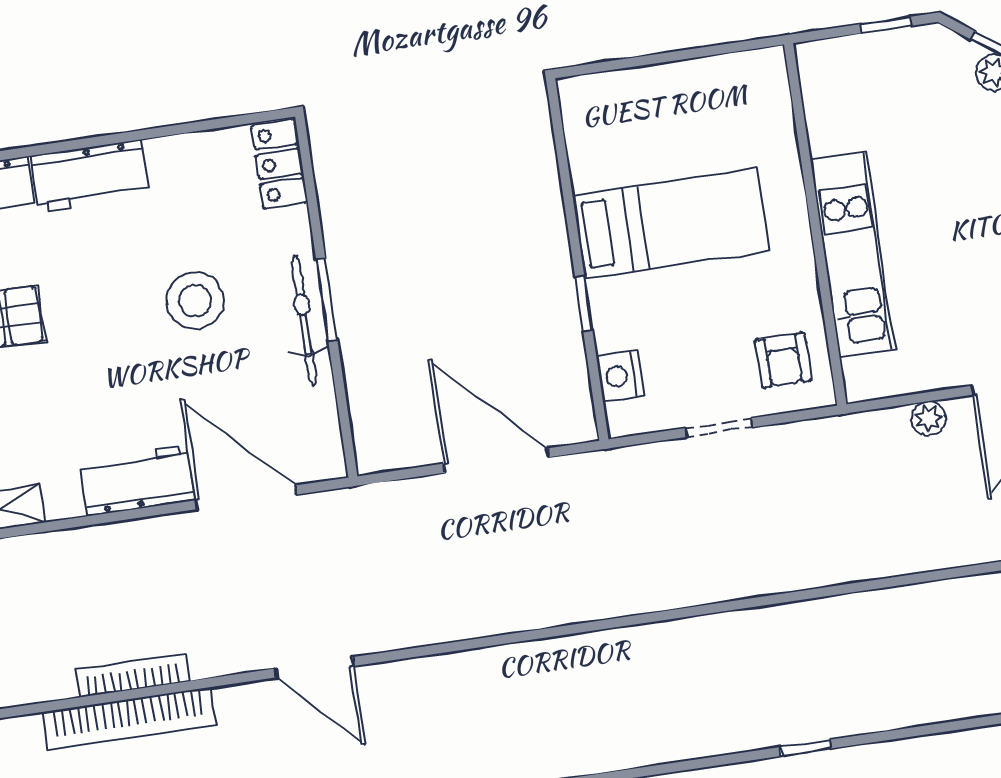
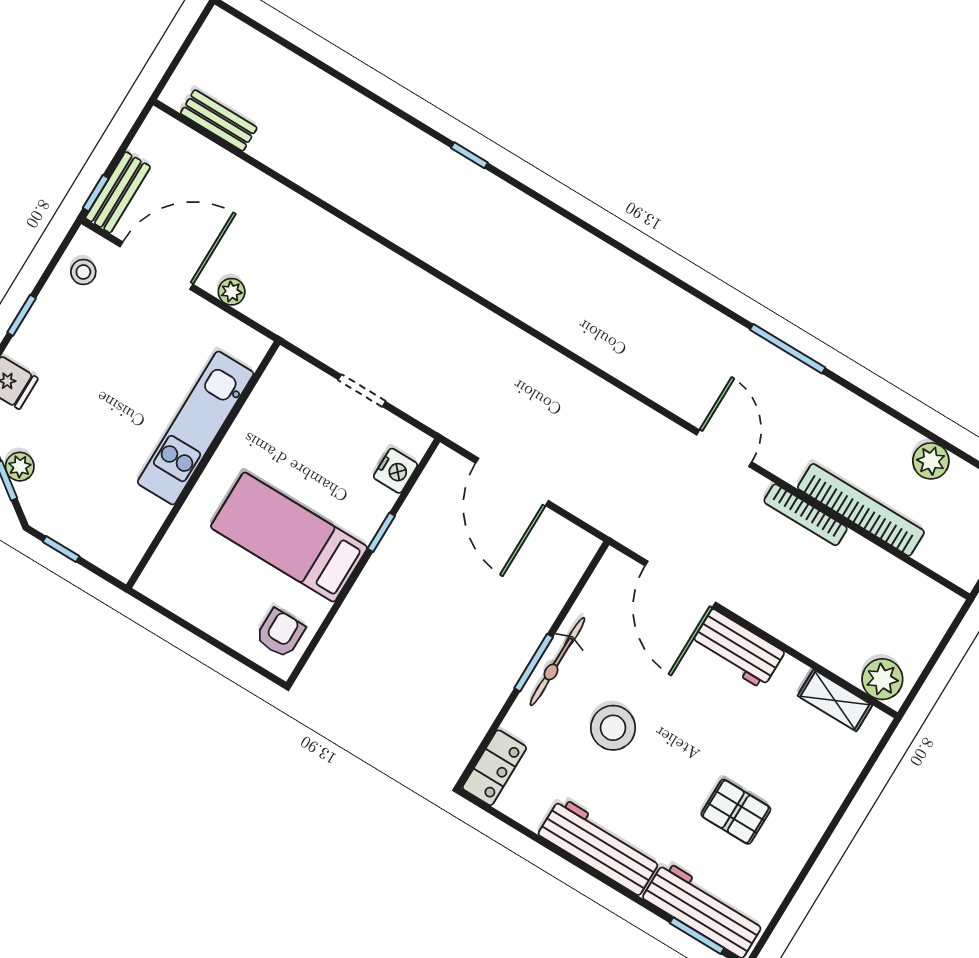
workbench: (90, 176) -> (600, 846), width x1.38
armchair: (783, 360) -> (280, 633), moved
bookcase: (133, 675) -> (805, 515), moved

